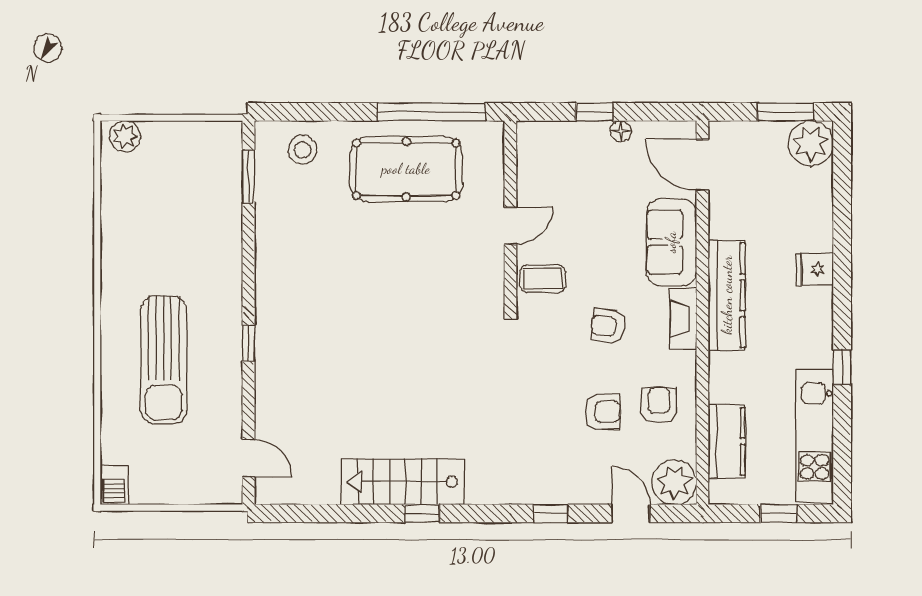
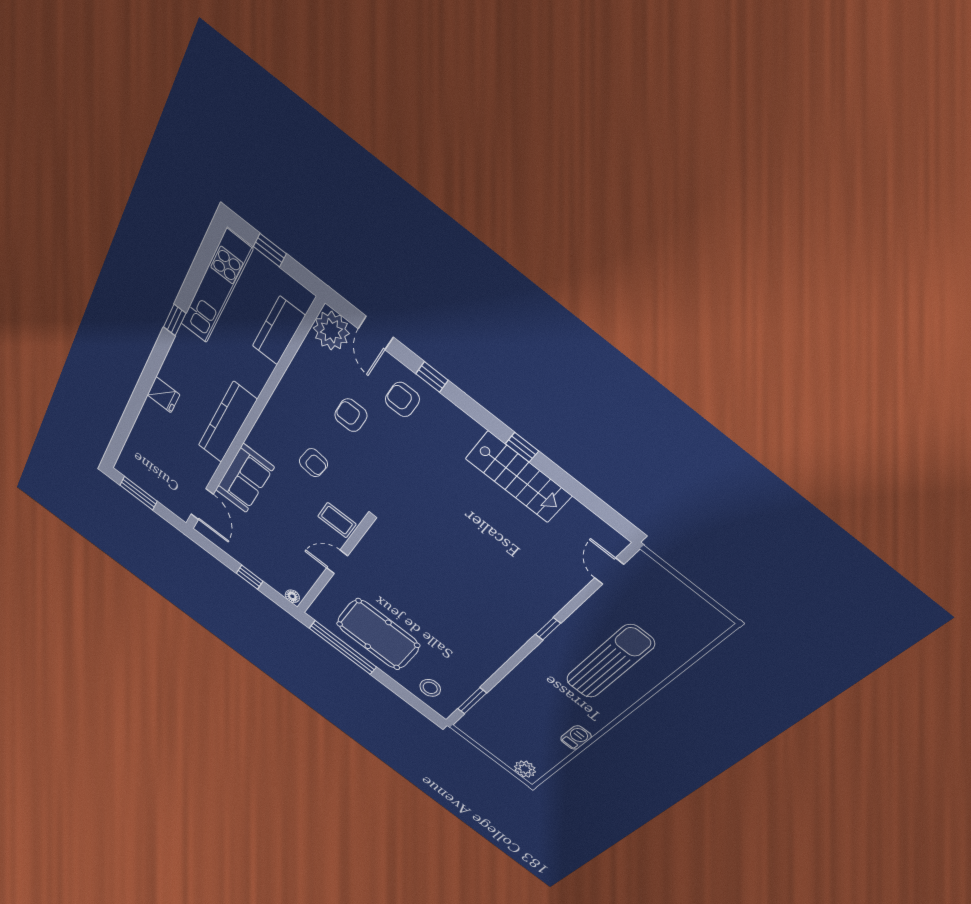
floor lamp: (621, 131) -> (292, 596), moved
plant: (811, 143) -> (132, 466), removed
fireplace: (683, 319) -> (263, 430), removed
armchair: (659, 405) -> (402, 399), moved, turned 90
barbecue: (114, 485) -> (576, 738), moved

